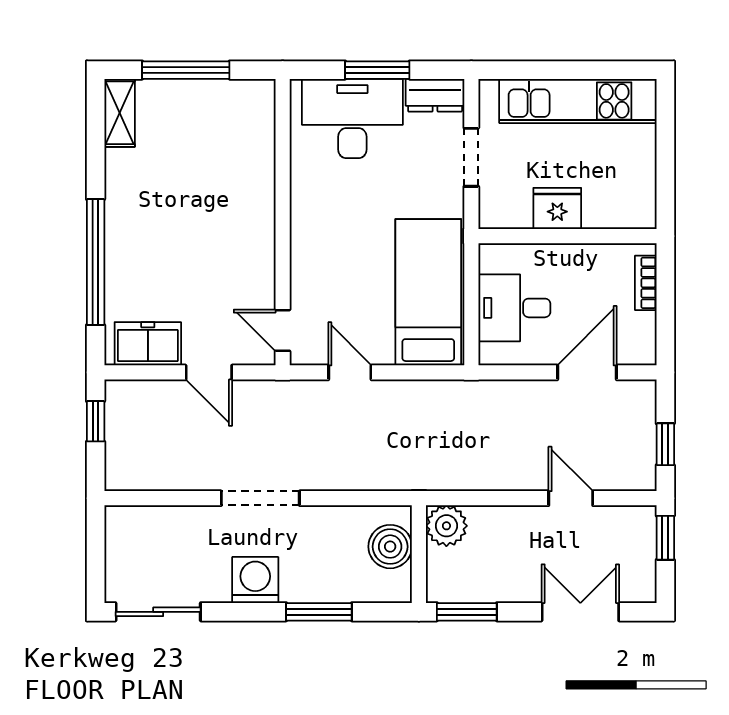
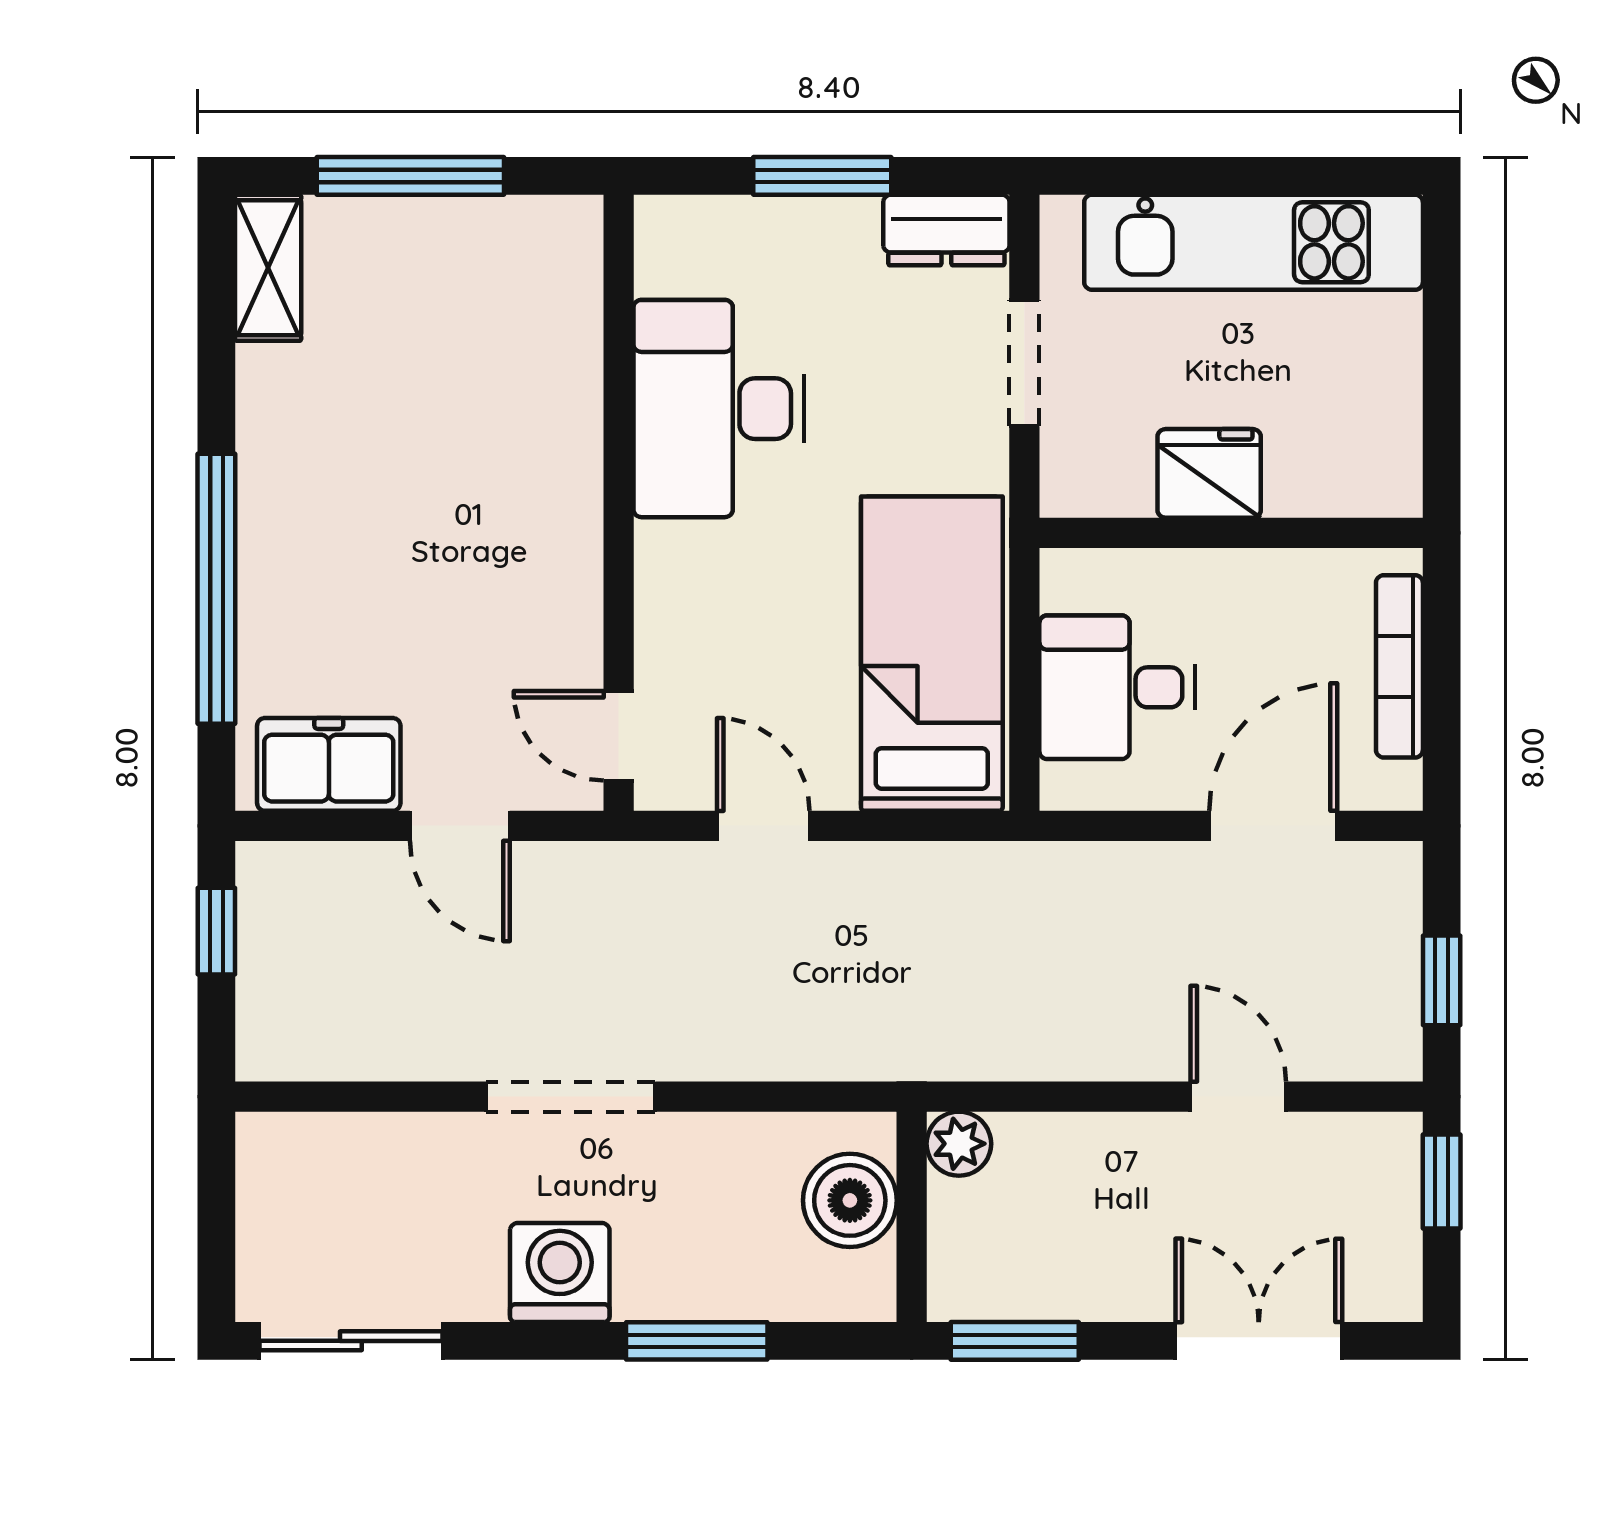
desk: (352, 119) -> (719, 409), moved, turned -90
bookcase: (646, 283) -> (1399, 666), width x1.56
plant: (446, 526) -> (959, 1144), width x0.73, depth x0.73

